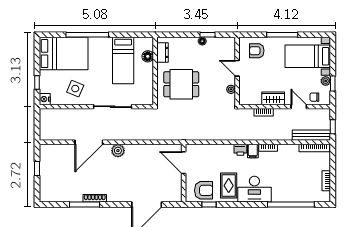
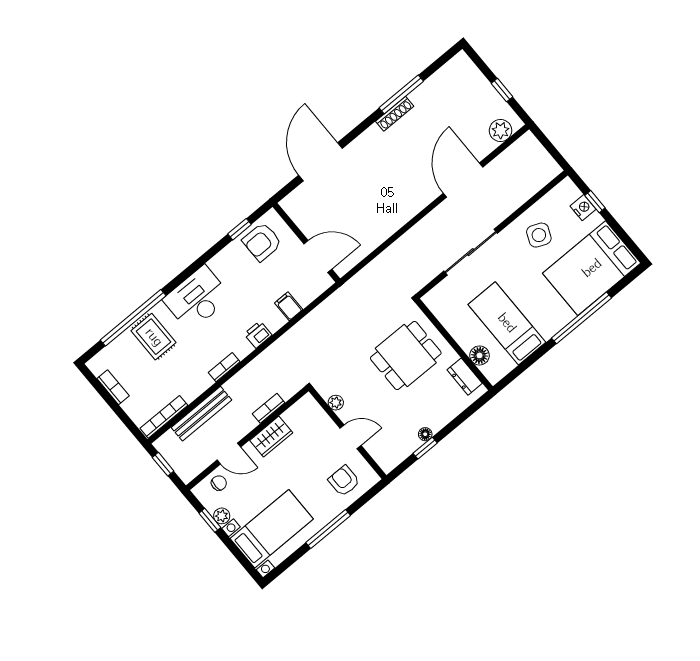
armchair: (257, 51) -> (344, 481), turned -90
nightstand: (45, 99) -> (583, 208), moved
bench: (311, 135) -> (201, 414), moved
plant: (118, 151) -> (501, 131), moved
filing cabinet: (253, 151) -> (289, 306), moved
rug: (229, 186) -> (154, 337), moved

